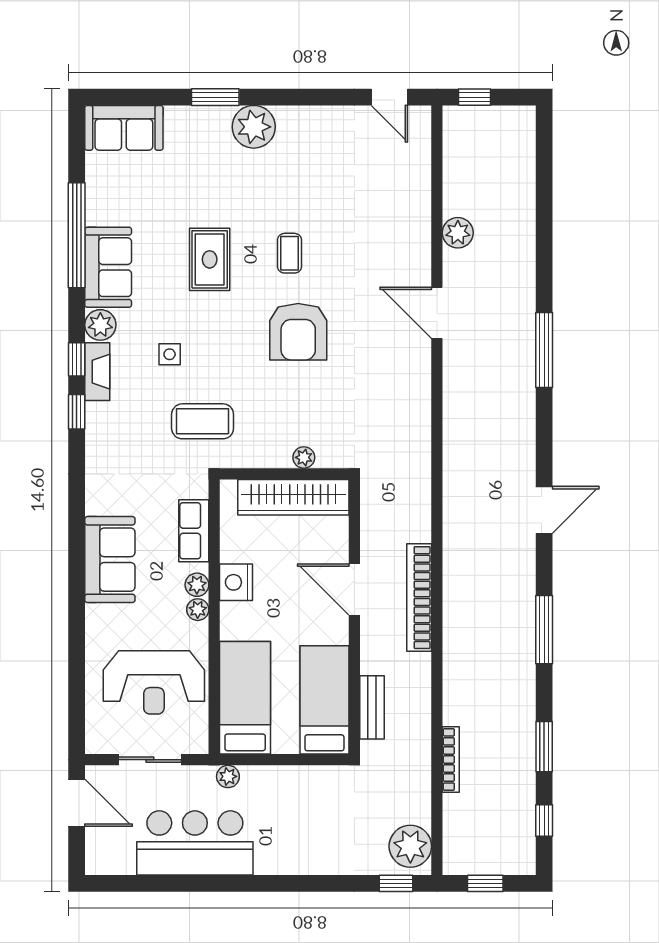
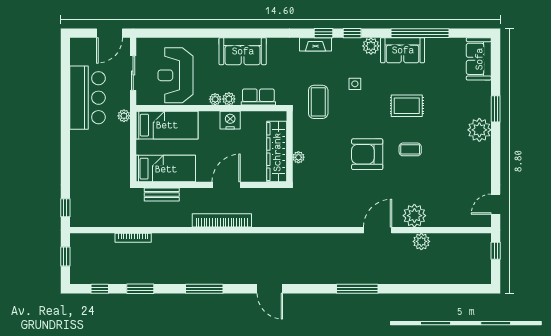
fireplace: (97, 372) -> (315, 44), moved
plant: (410, 846) -> (414, 216), moved

